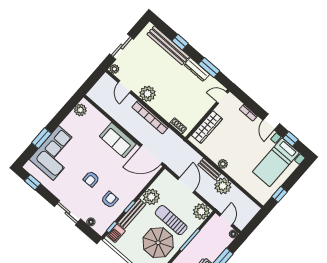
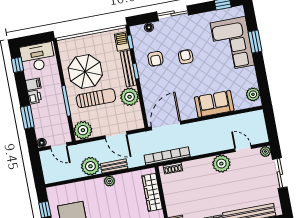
bookcase: (150, 117) -> (167, 156), moved
sofa: (118, 140) -> (214, 104), moved

